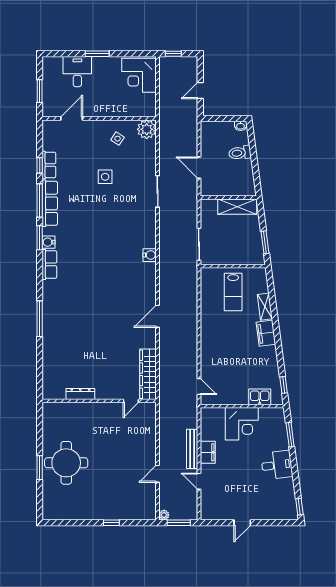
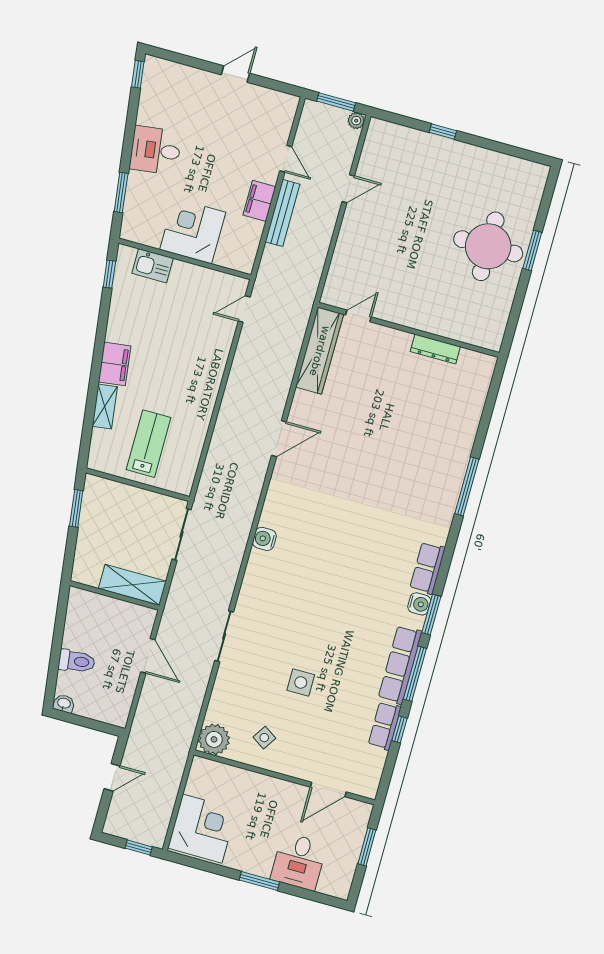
shelving: (237, 207) -> (132, 585), moved
door: (199, 386) -> (244, 309), hinge flipped

